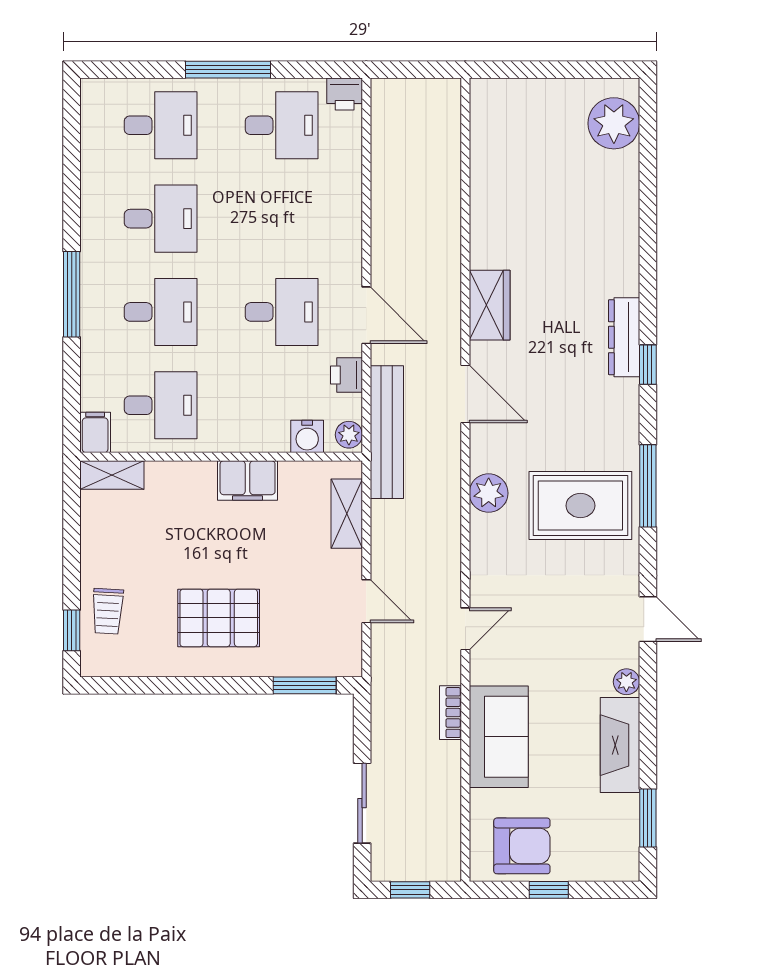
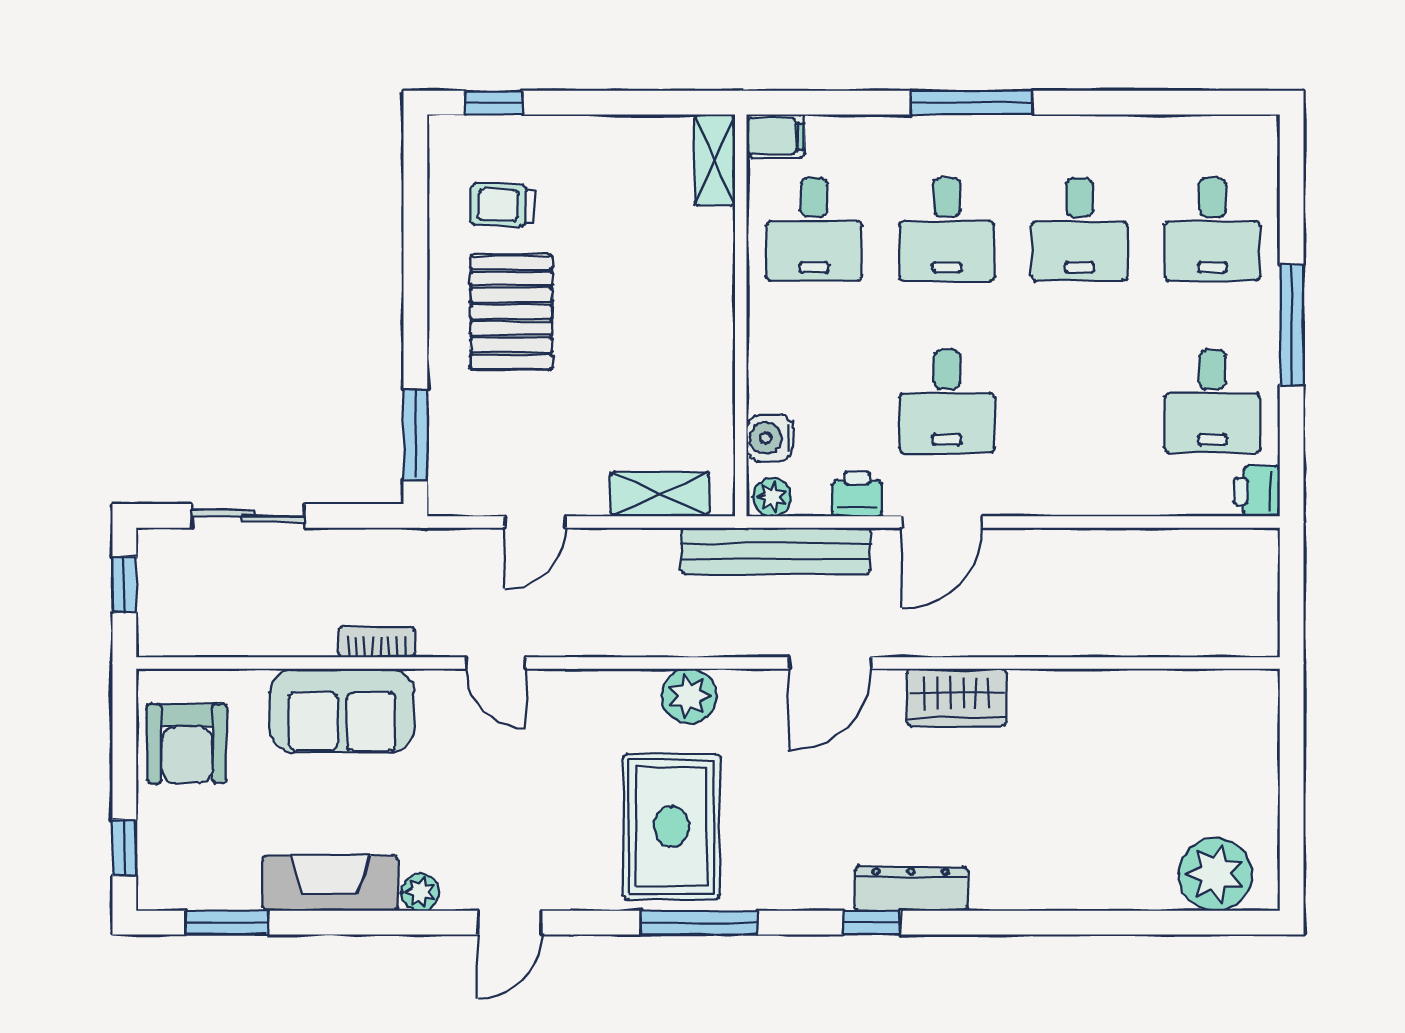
filing cabinet: (248, 480) -> (707, 353), removed
trolley: (108, 611) -> (503, 205), moved
window: (549, 890) -> (124, 848), moved

